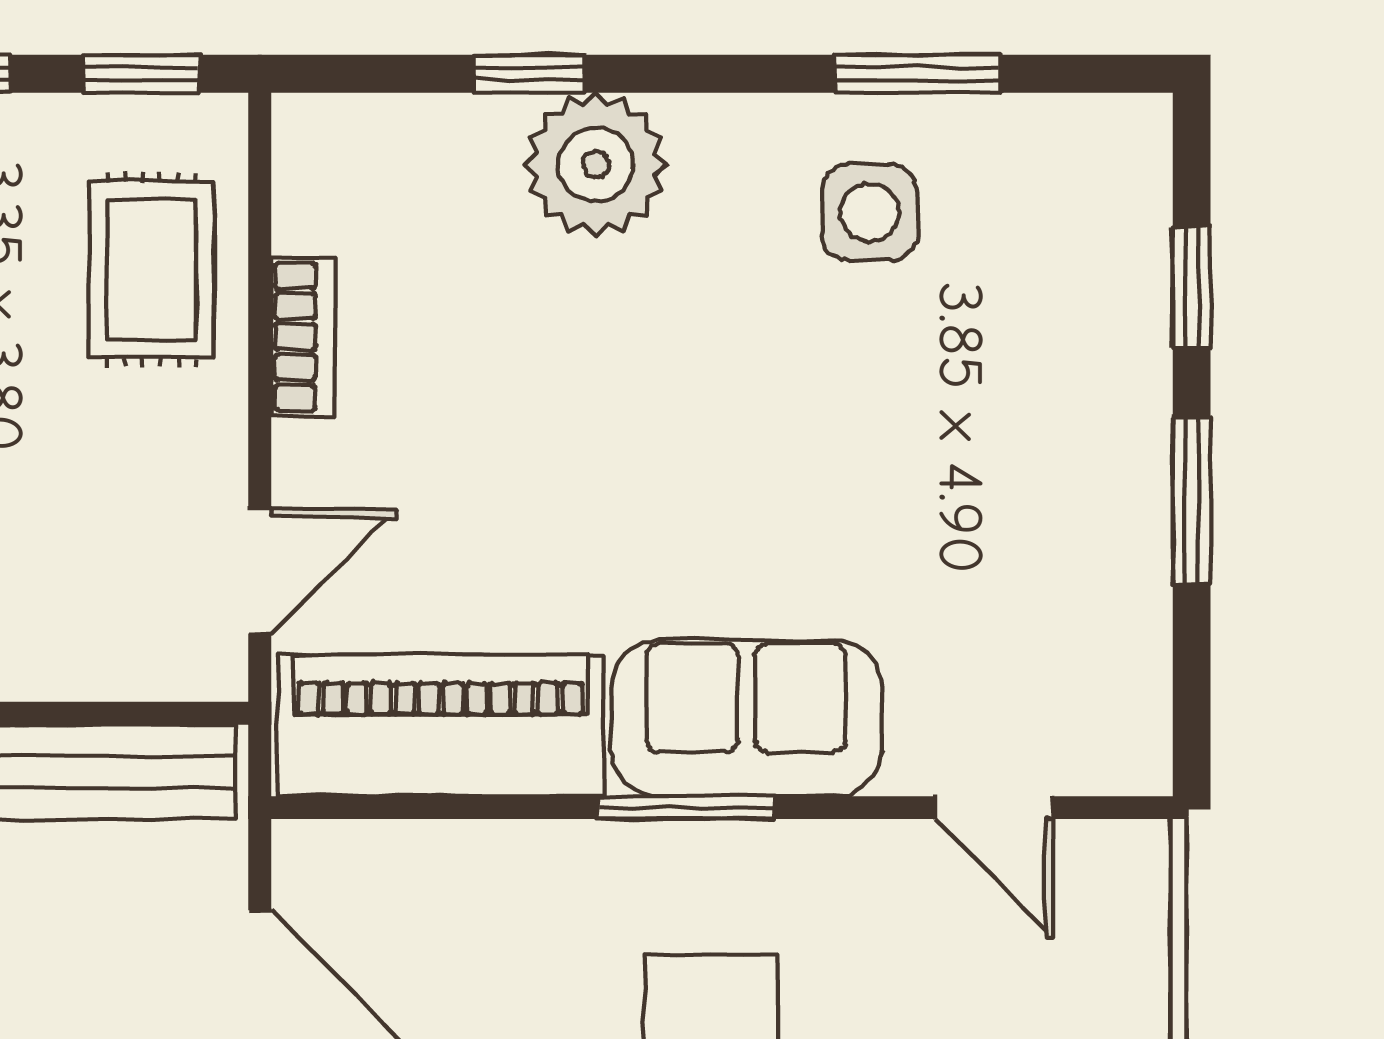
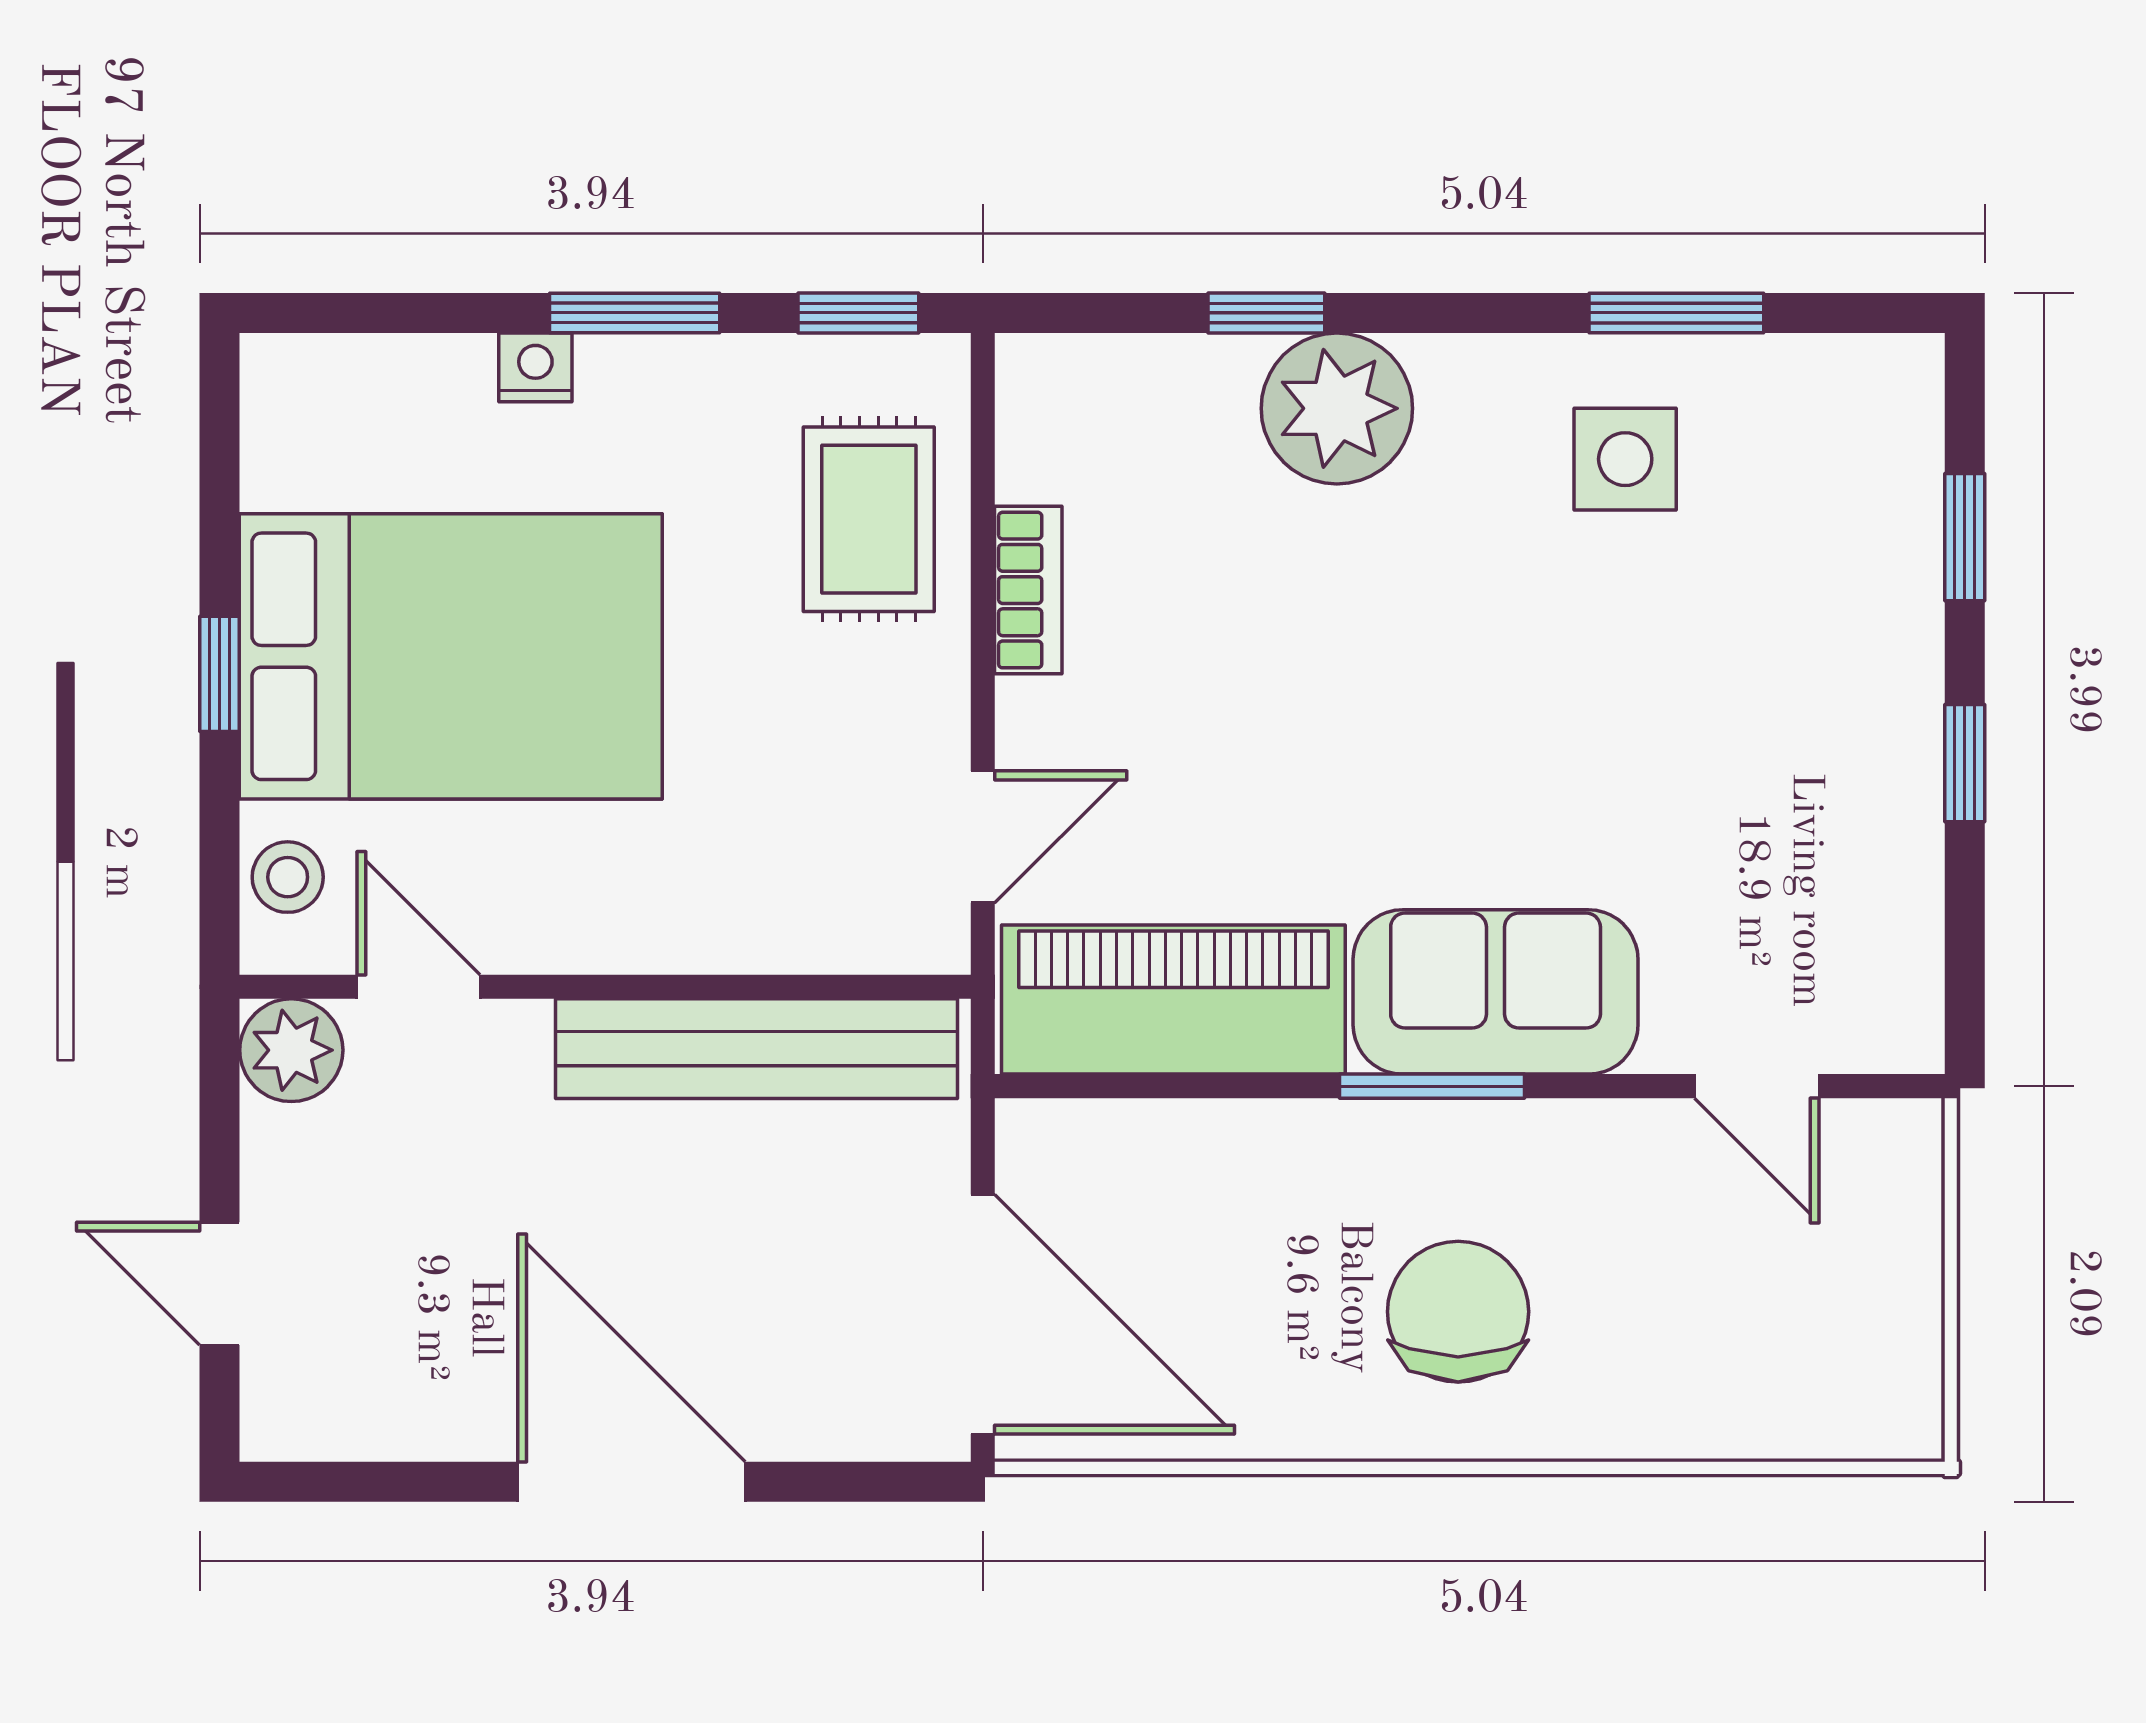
window: (1192, 501) -> (1965, 763), width x0.67

